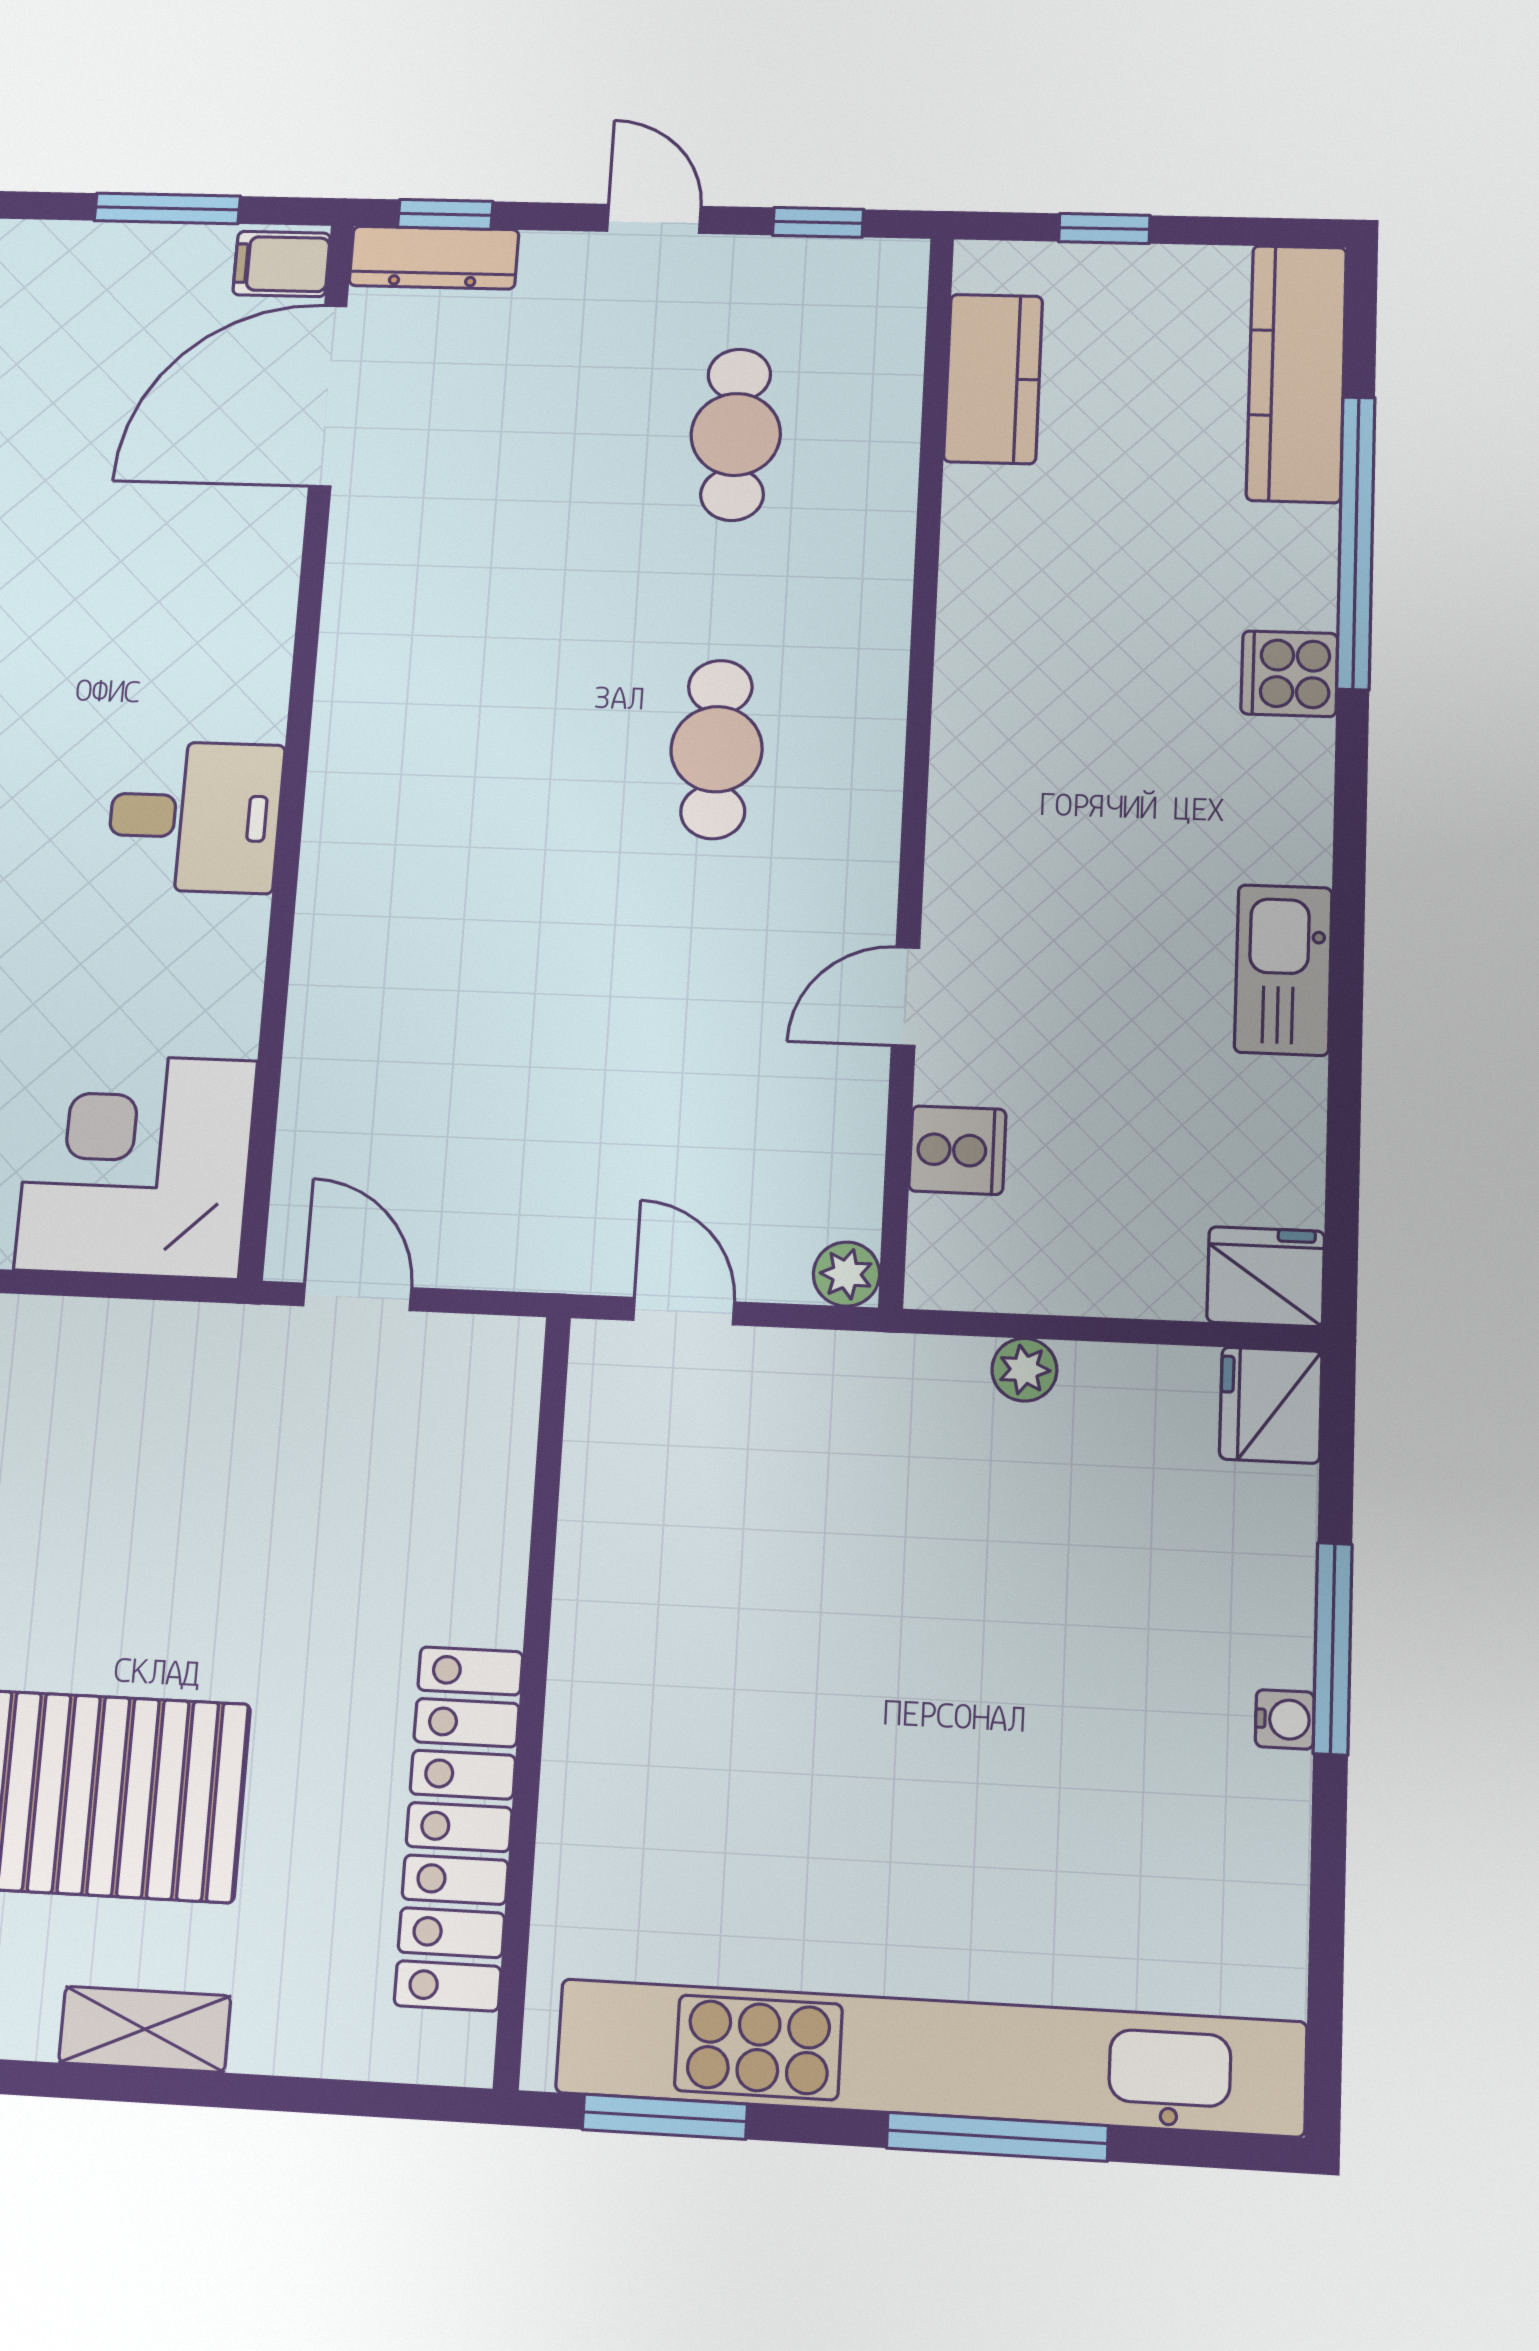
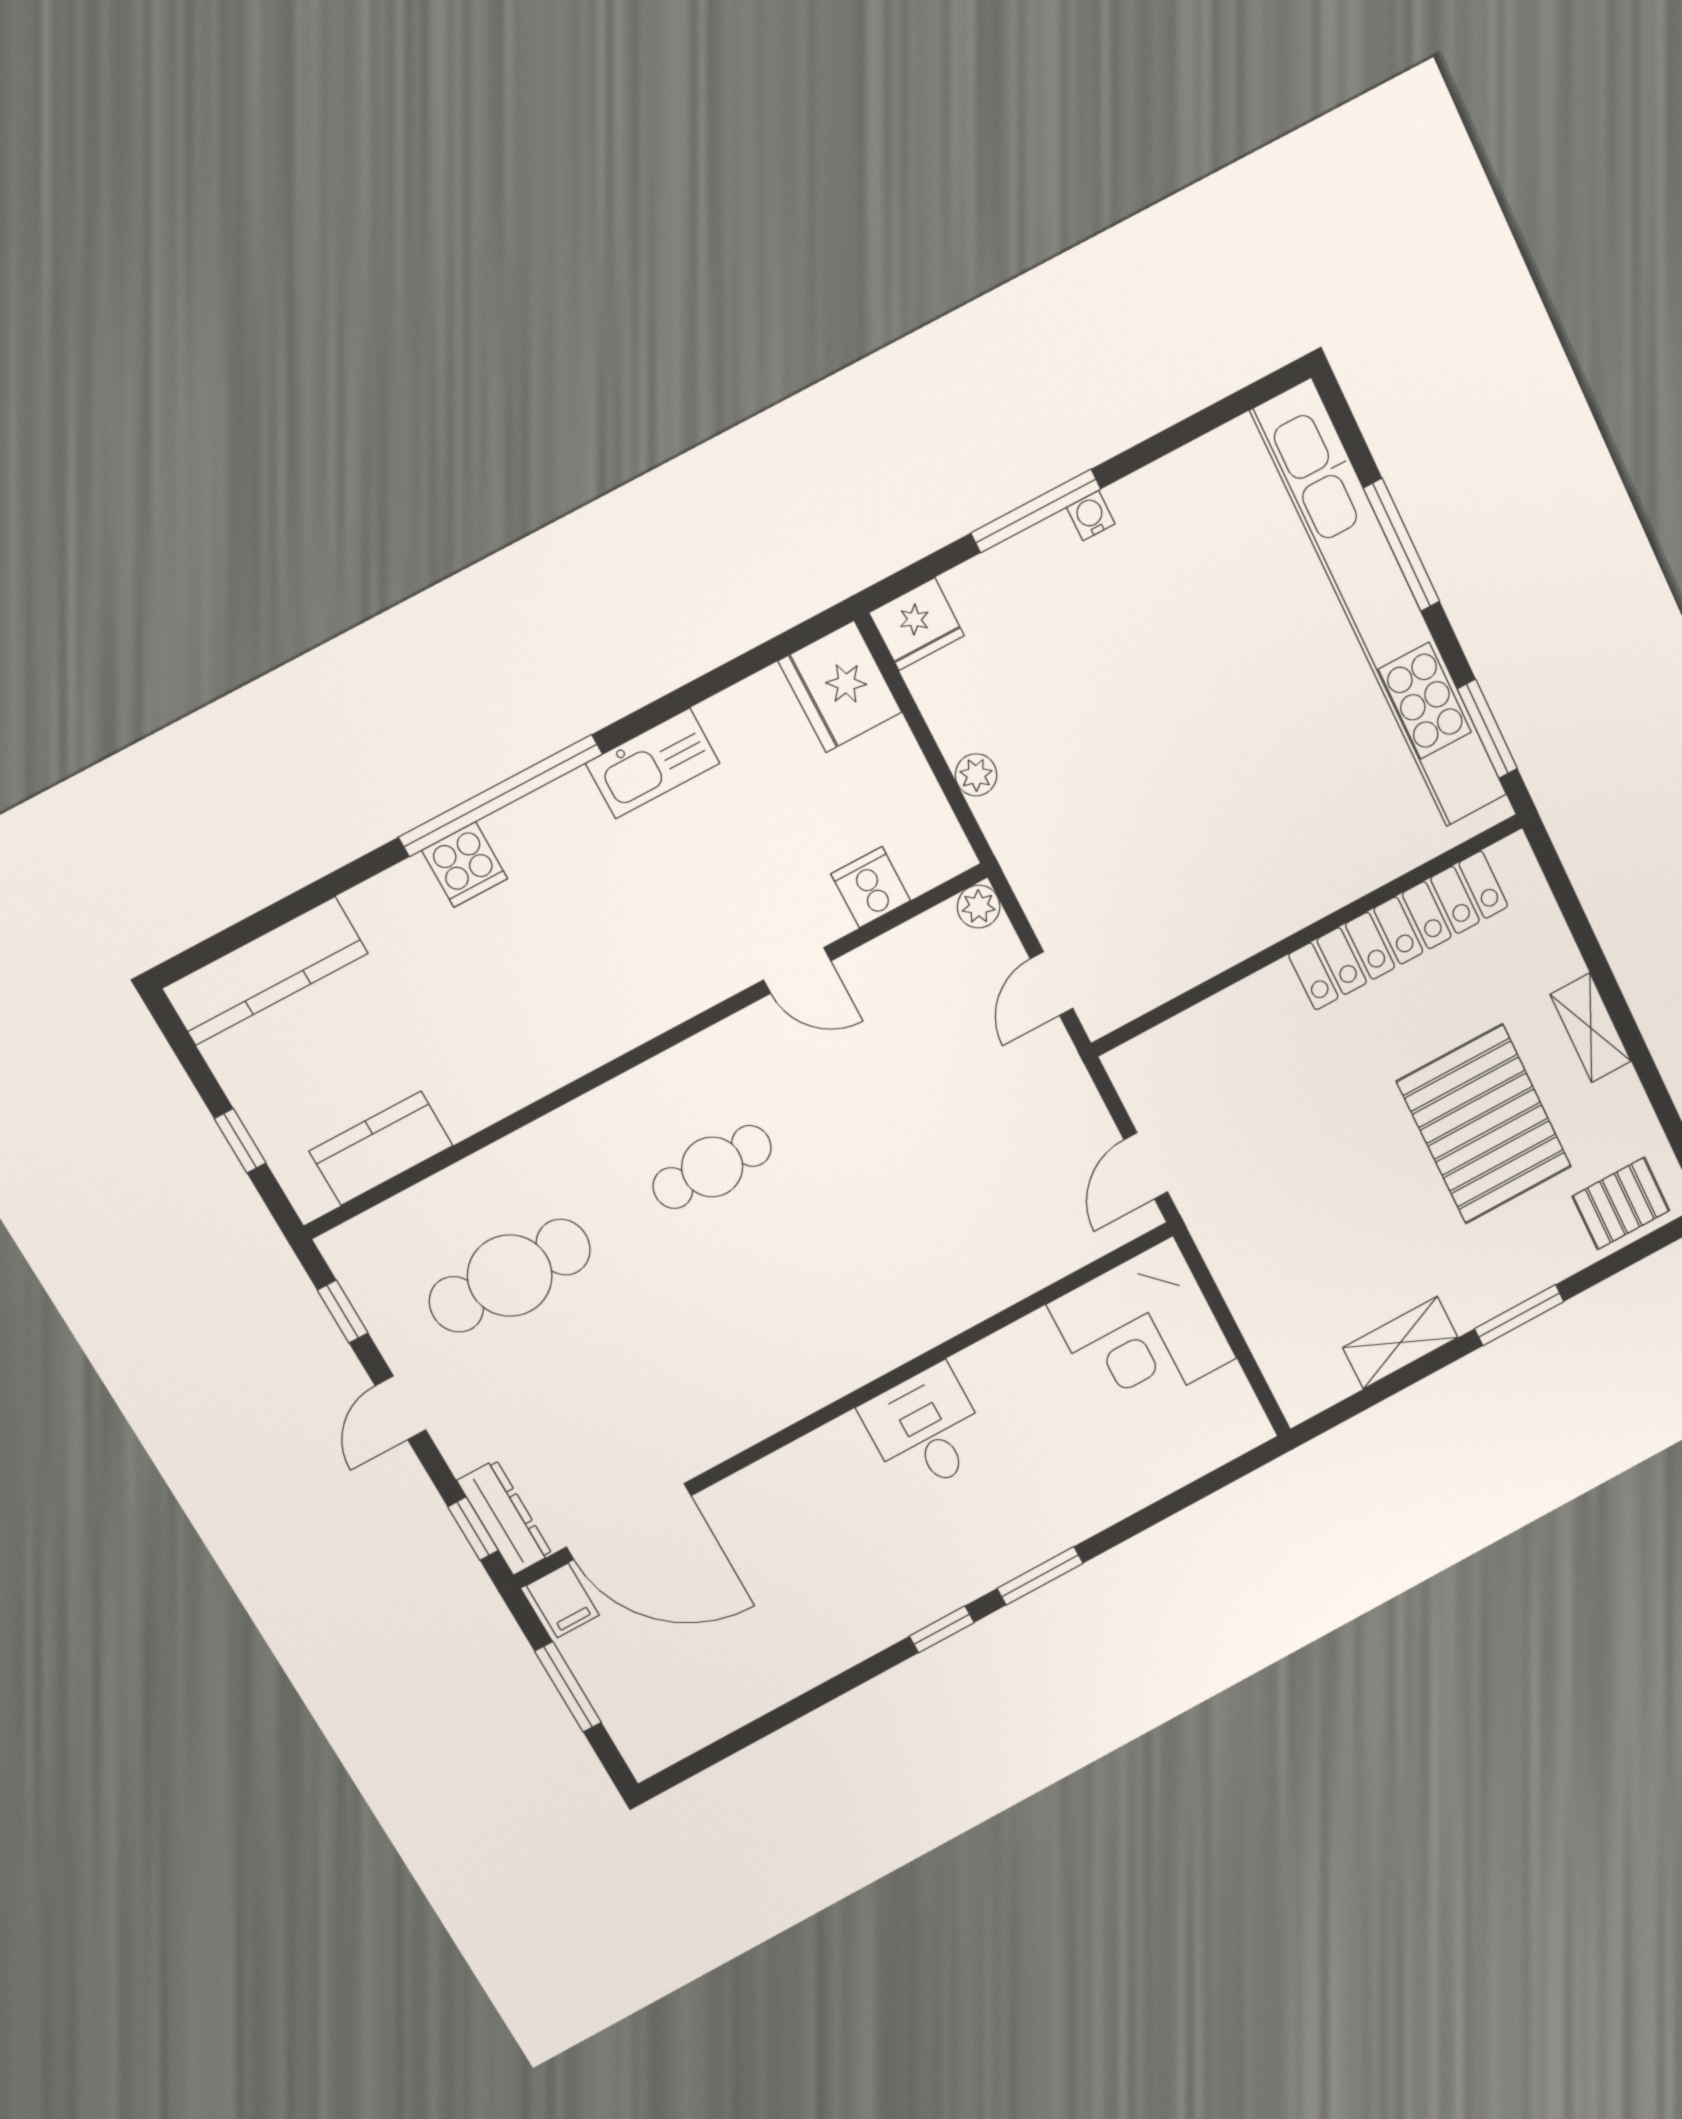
cafe table: (736, 434) -> (510, 1276), width x1.37, depth x1.35
window: (1356, 542) -> (501, 796), moved
fridge: (1266, 1277) -> (840, 687), width x1.36, depth x1.34

